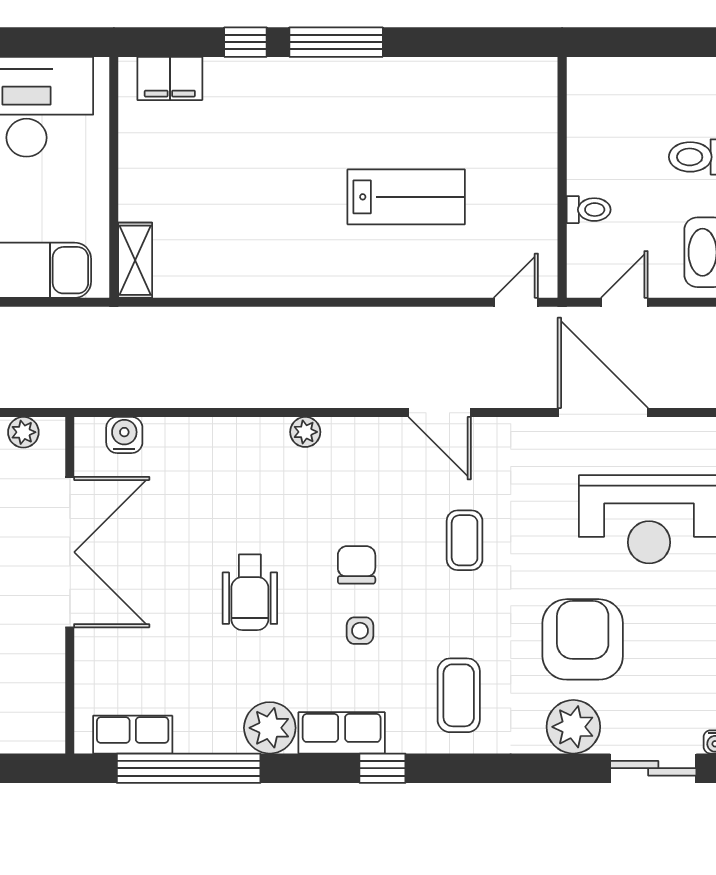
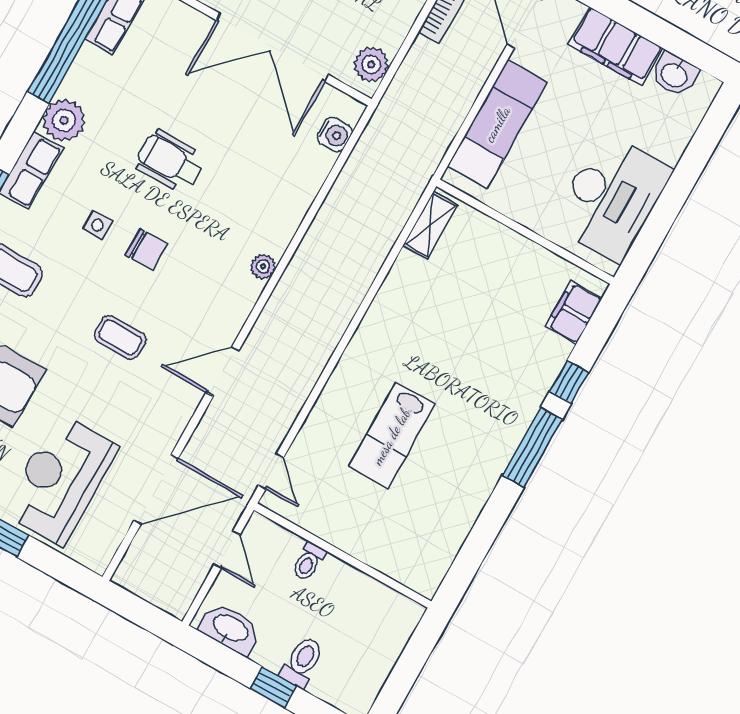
shelving: (135, 260) -> (430, 225), moved, turned 90
plant: (23, 432) -> (371, 65), width x1.38, depth x1.38

